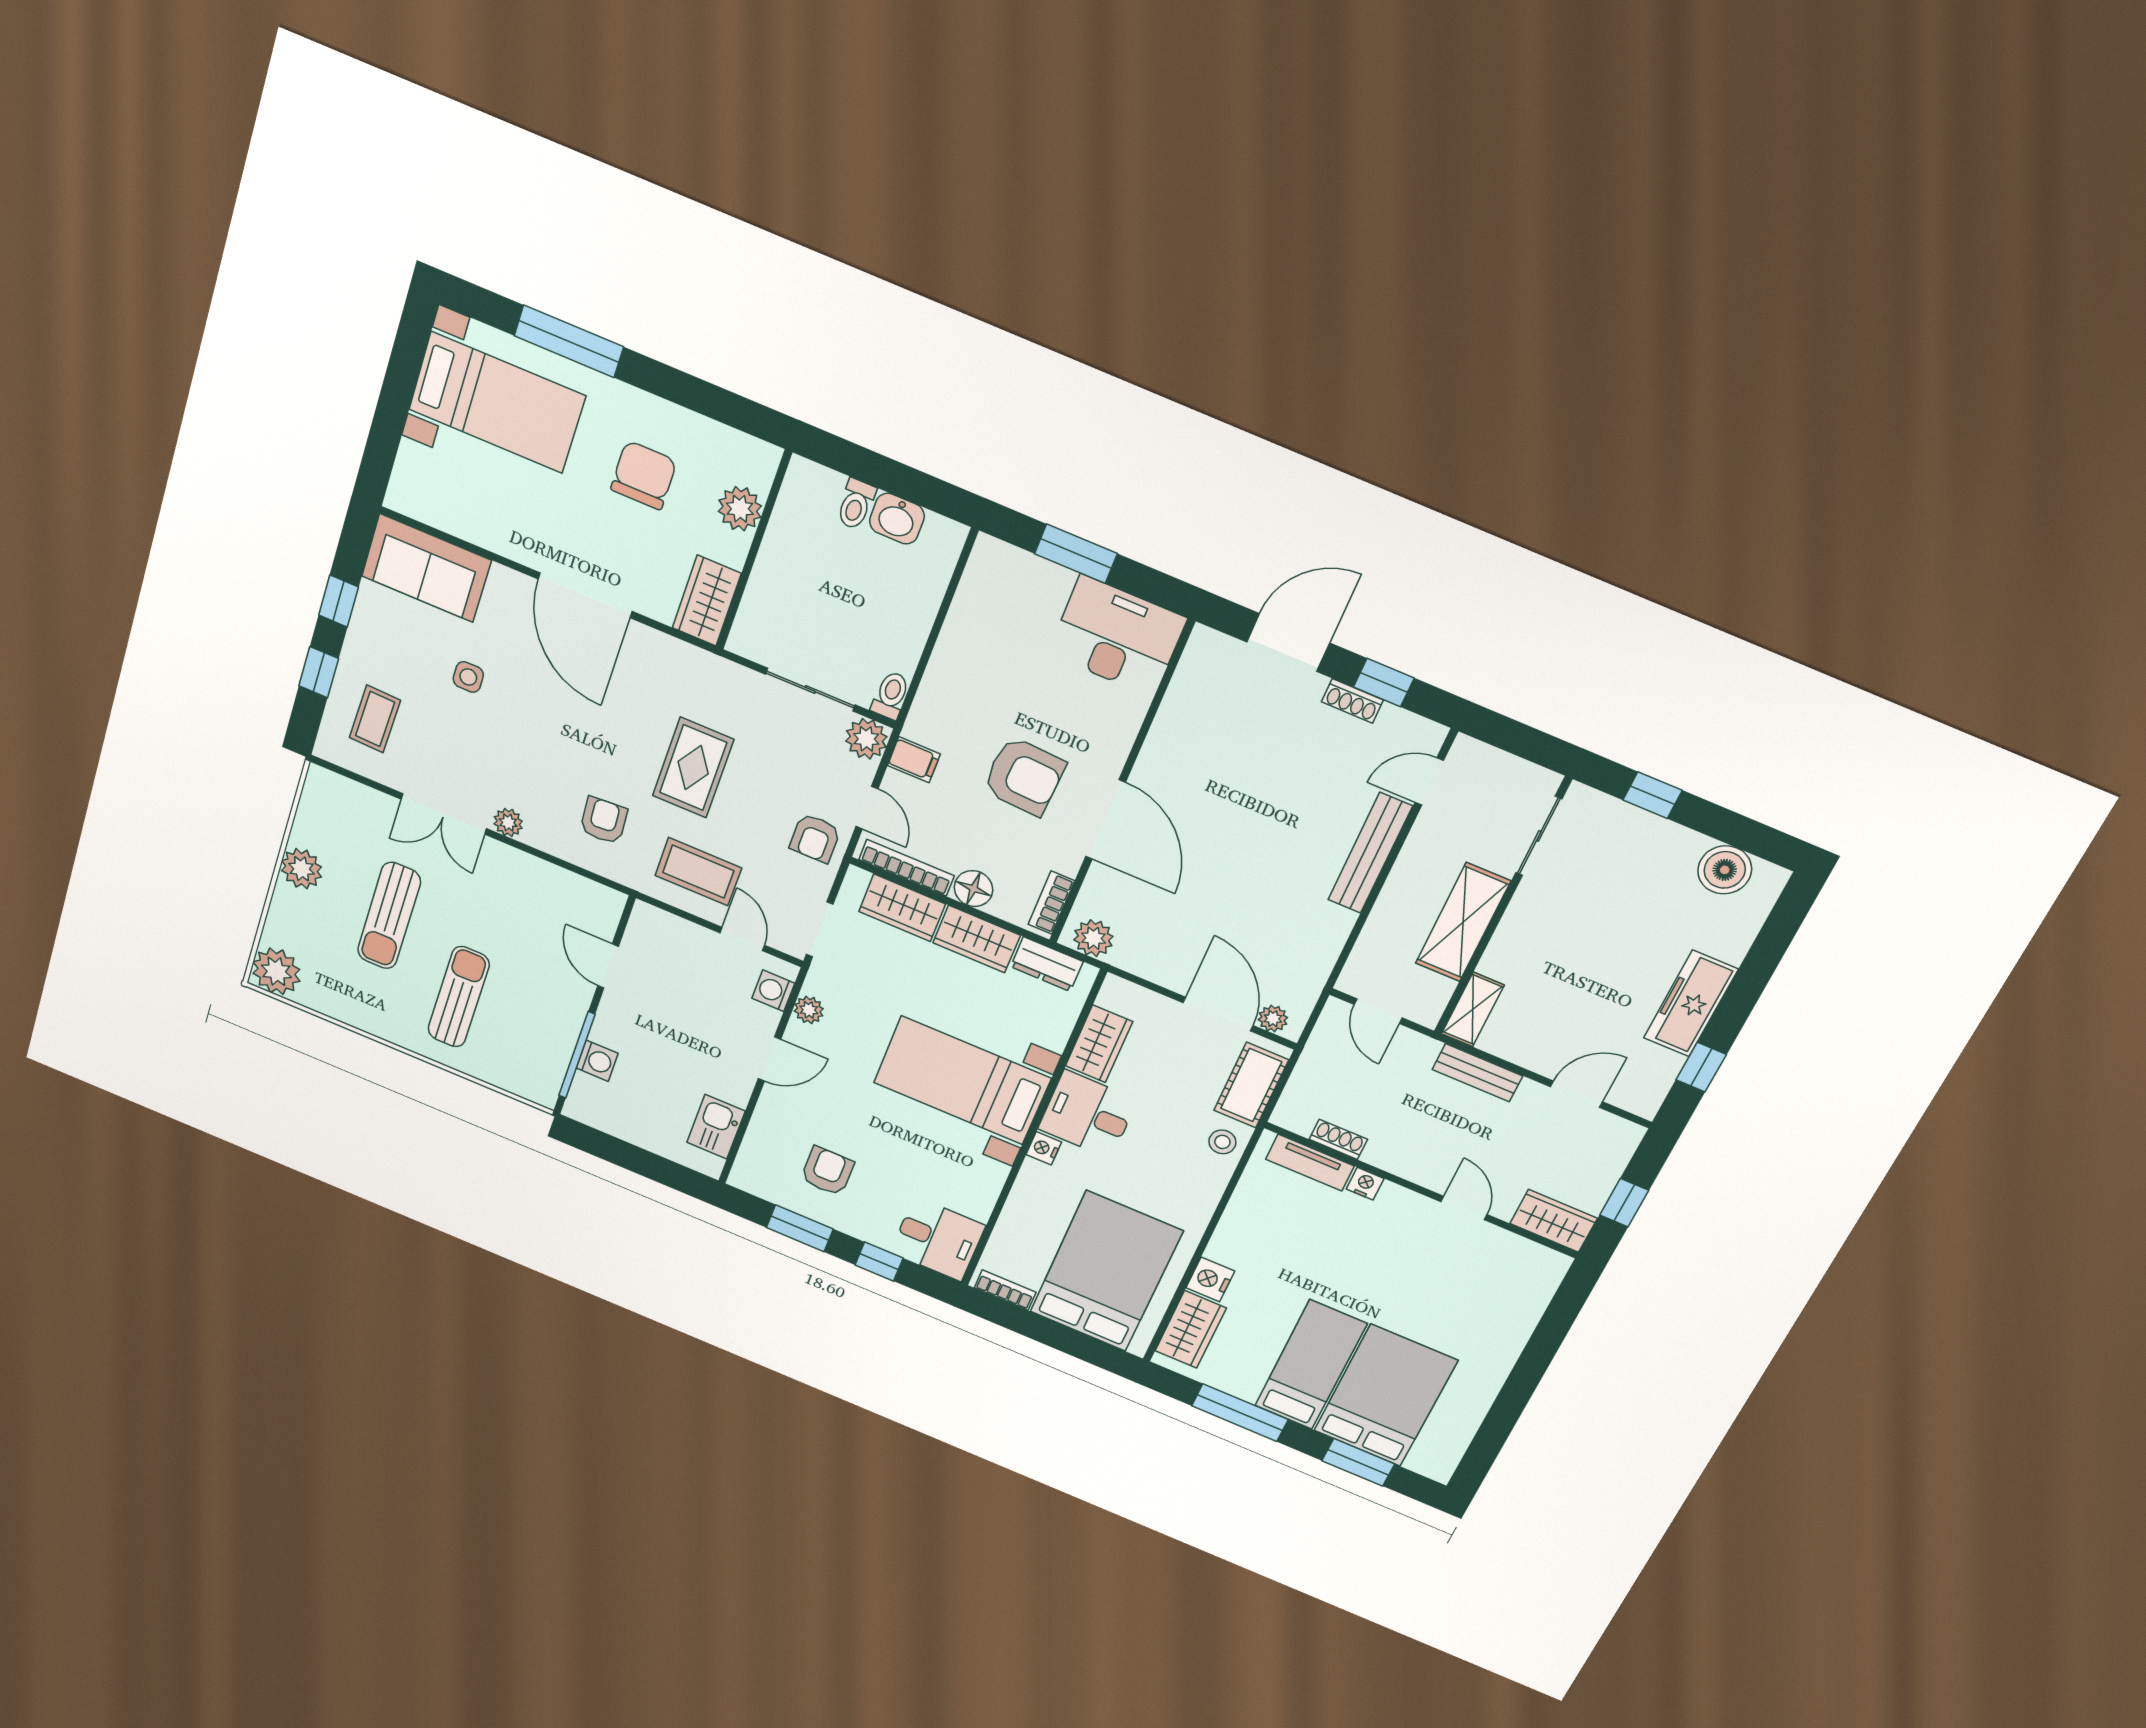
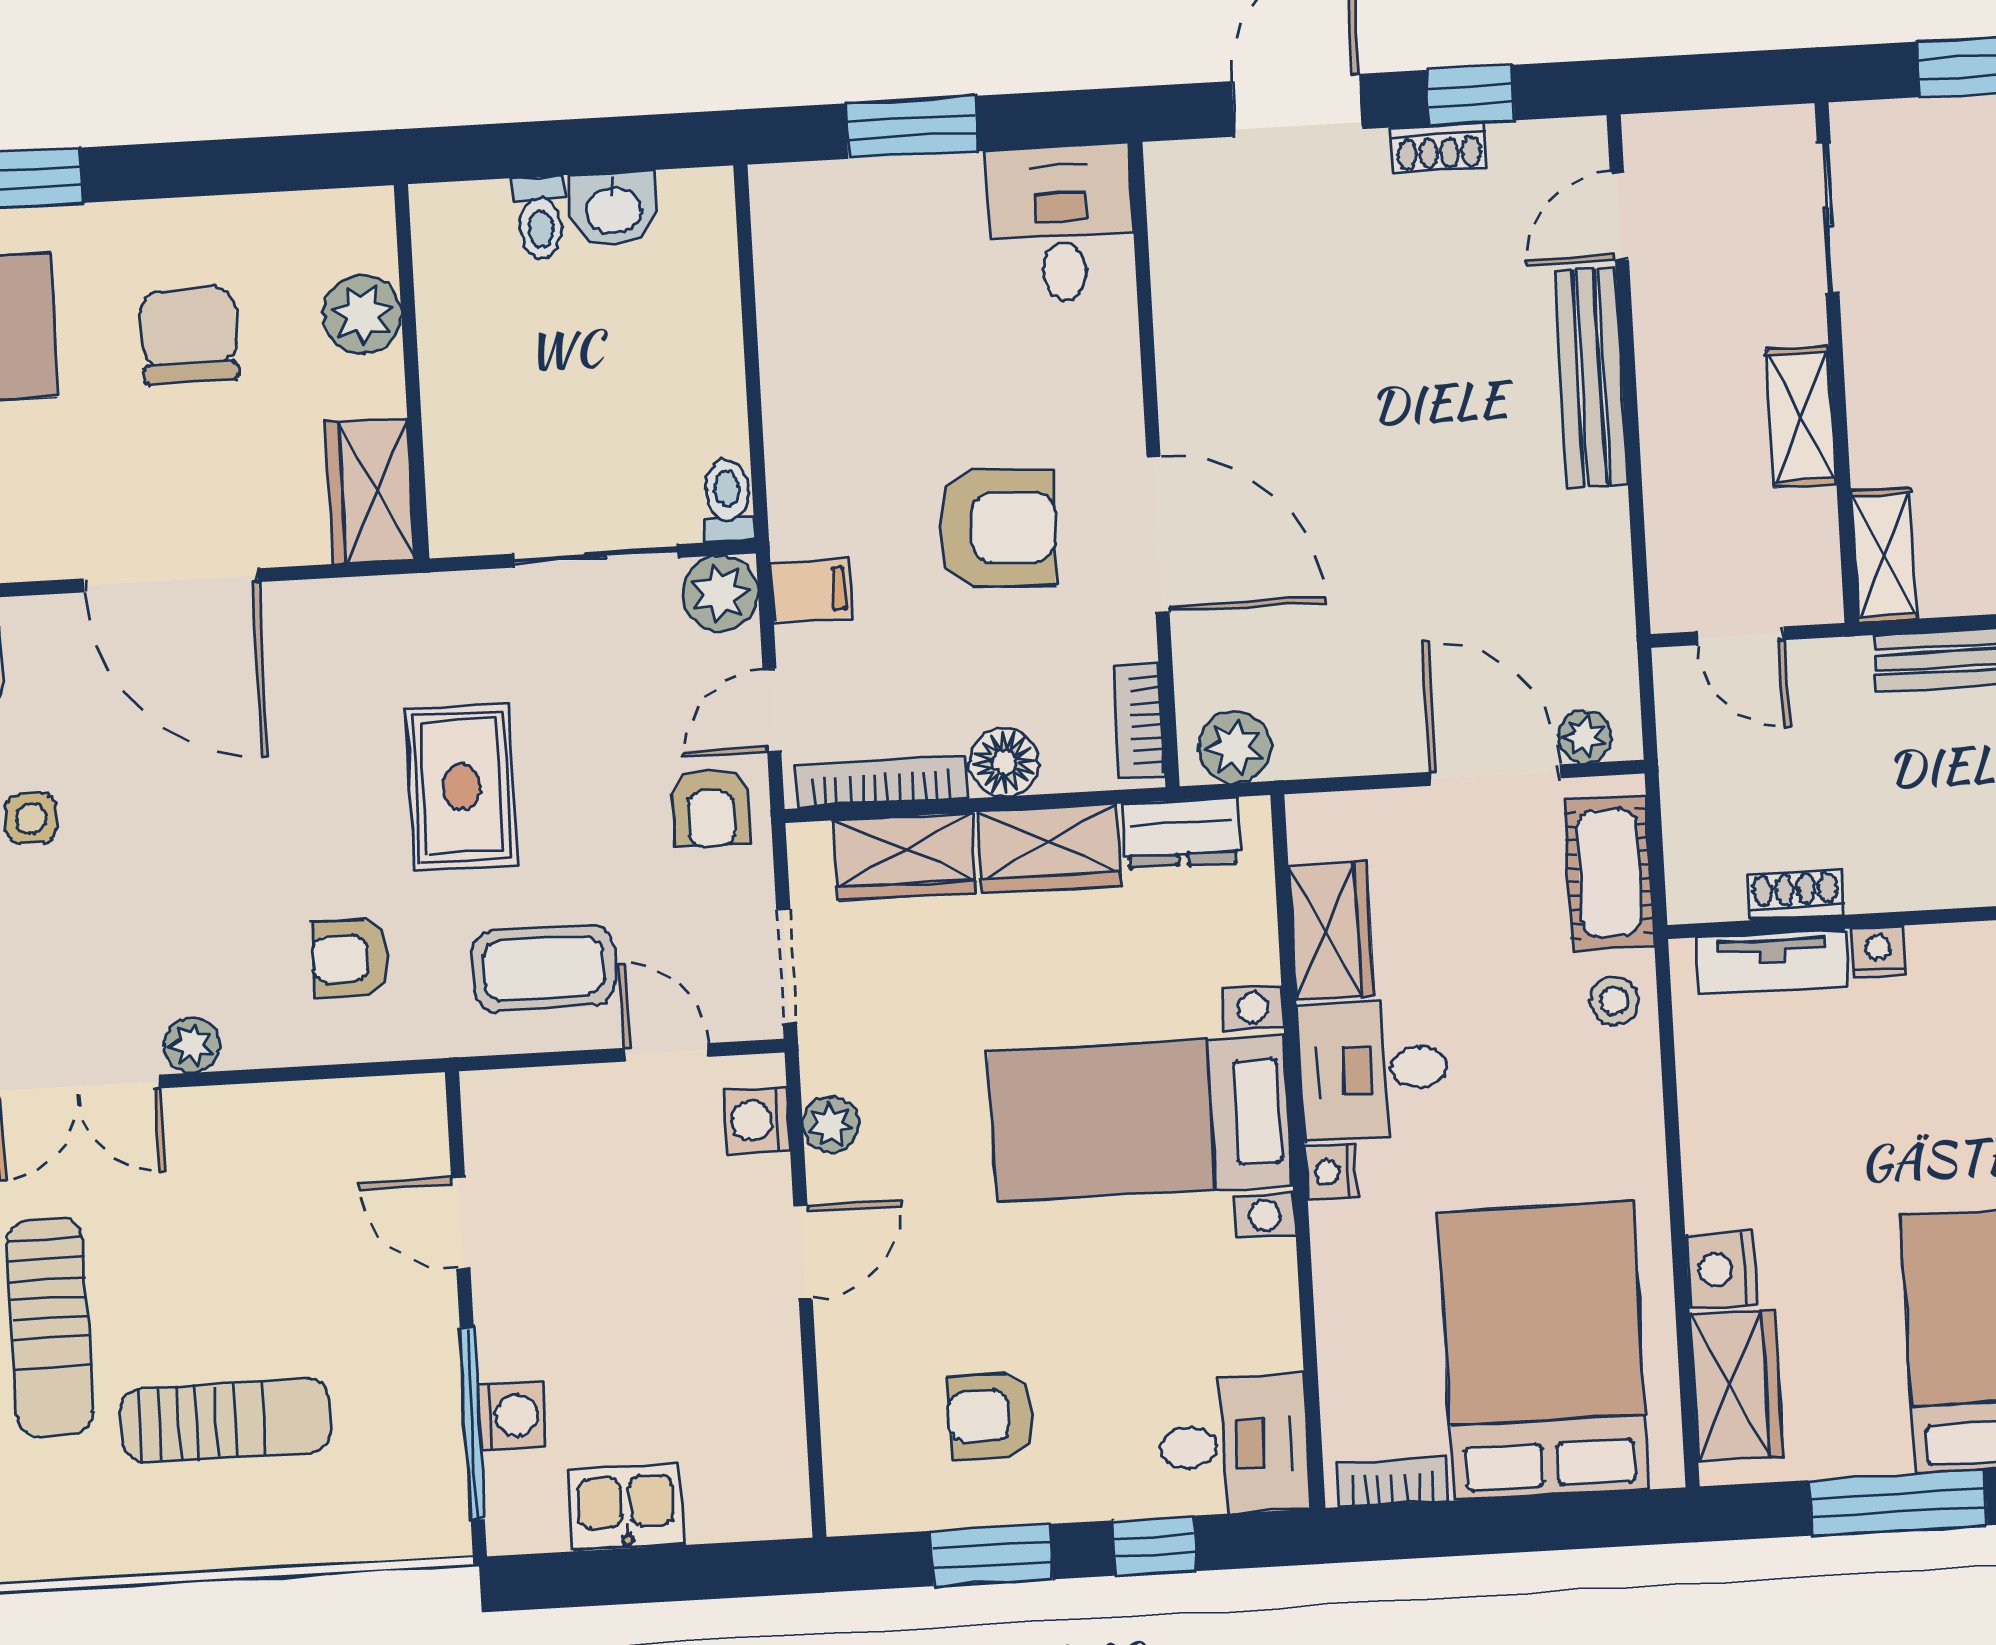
desk: (1117, 636) -> (1061, 224), width x0.73
door: (867, 808) -> (772, 710), swing flipped
armchair: (604, 821) -> (351, 958), turned -86
shelving: (1463, 922) -> (1801, 417), width x0.67, depth x0.75
sun lounger: (459, 997) -> (226, 1420), turned 90
kitchen sink: (716, 1127) -> (626, 1508), moved, turned 90
armchair: (827, 1171) -> (991, 1416), turned -90

